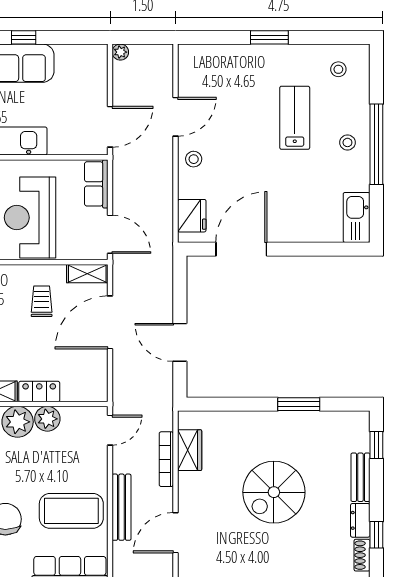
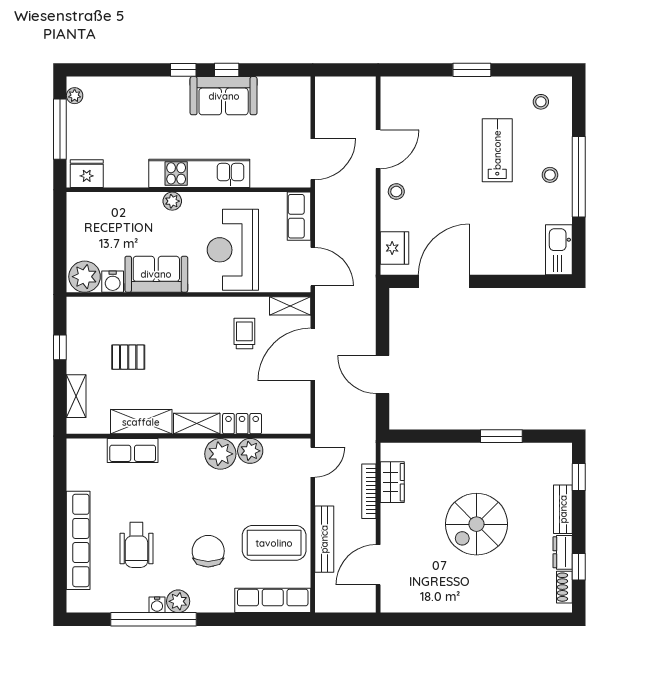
plant: (120, 52) -> (323, 85), removed

